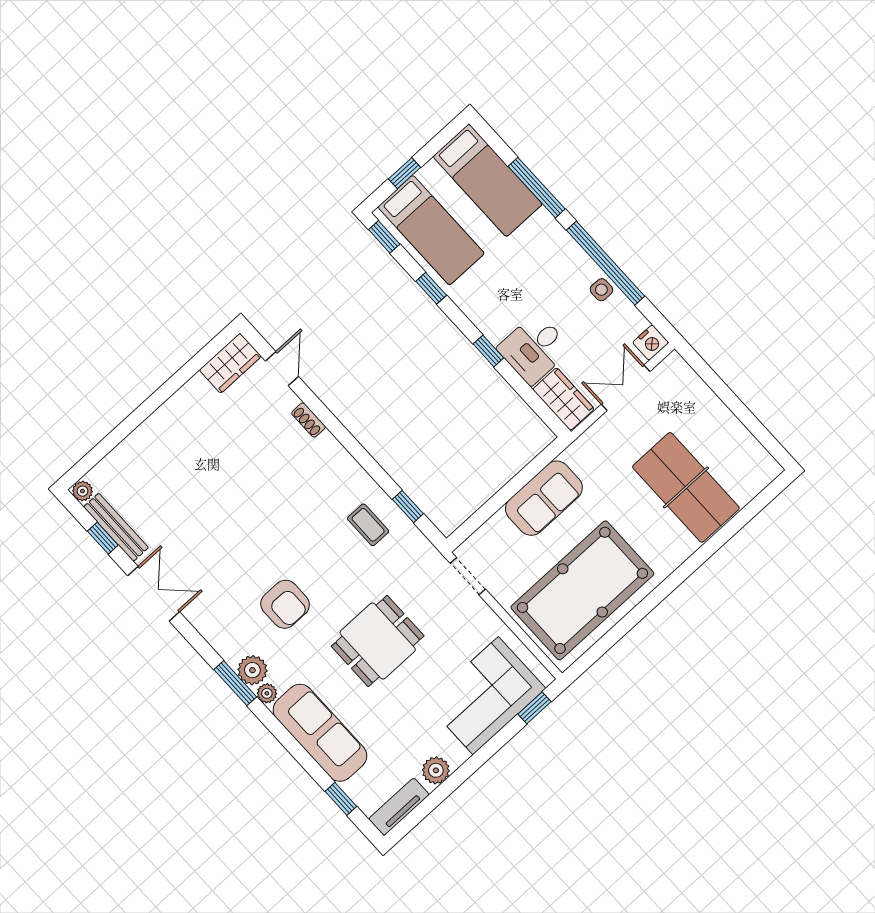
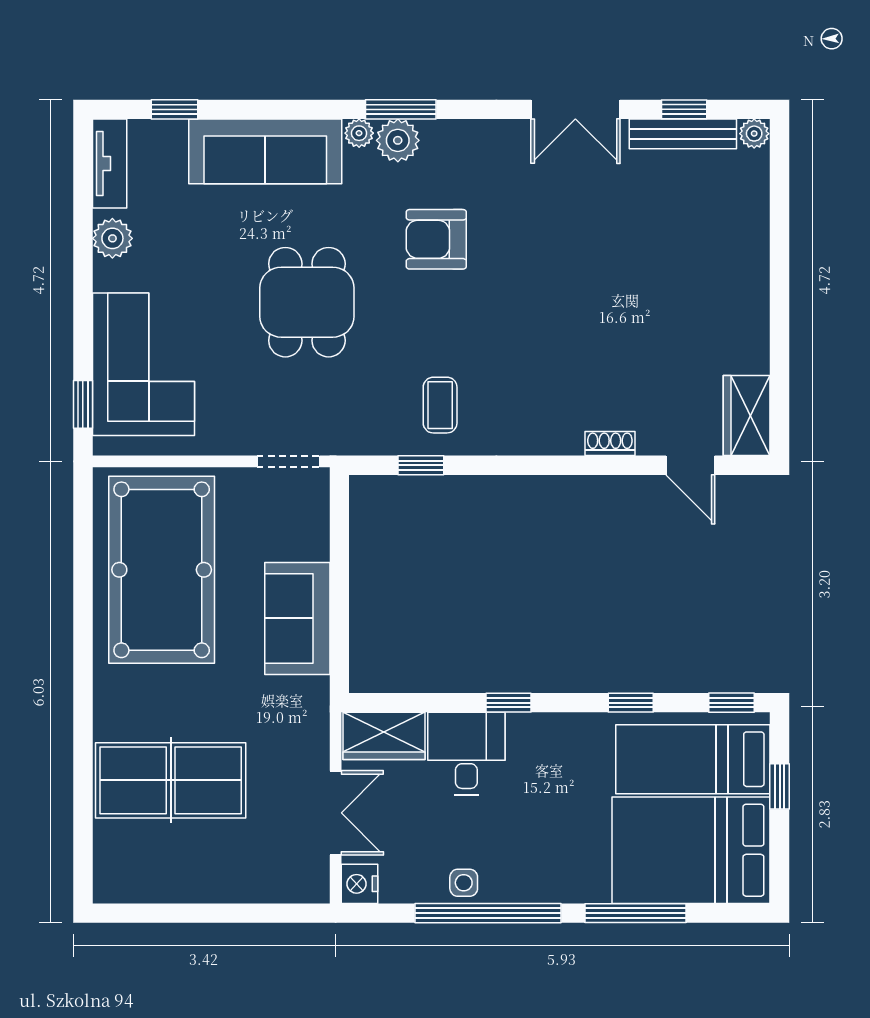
bed: (488, 180) -> (691, 850), width x1.50
coffee table: (368, 525) -> (440, 405), turned 90

